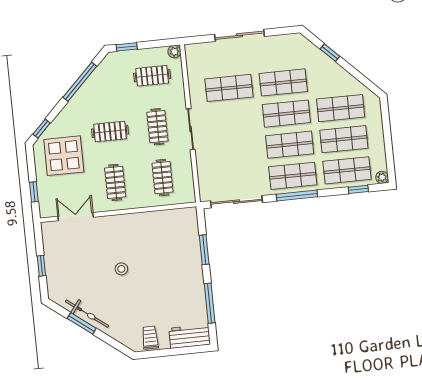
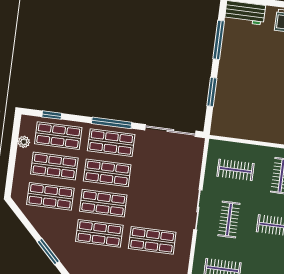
window: (330, 53) -> (48, 251), width x1.50
plant: (382, 177) -> (24, 142), moved
clothes rail: (163, 178) -> (235, 170), turned 90

